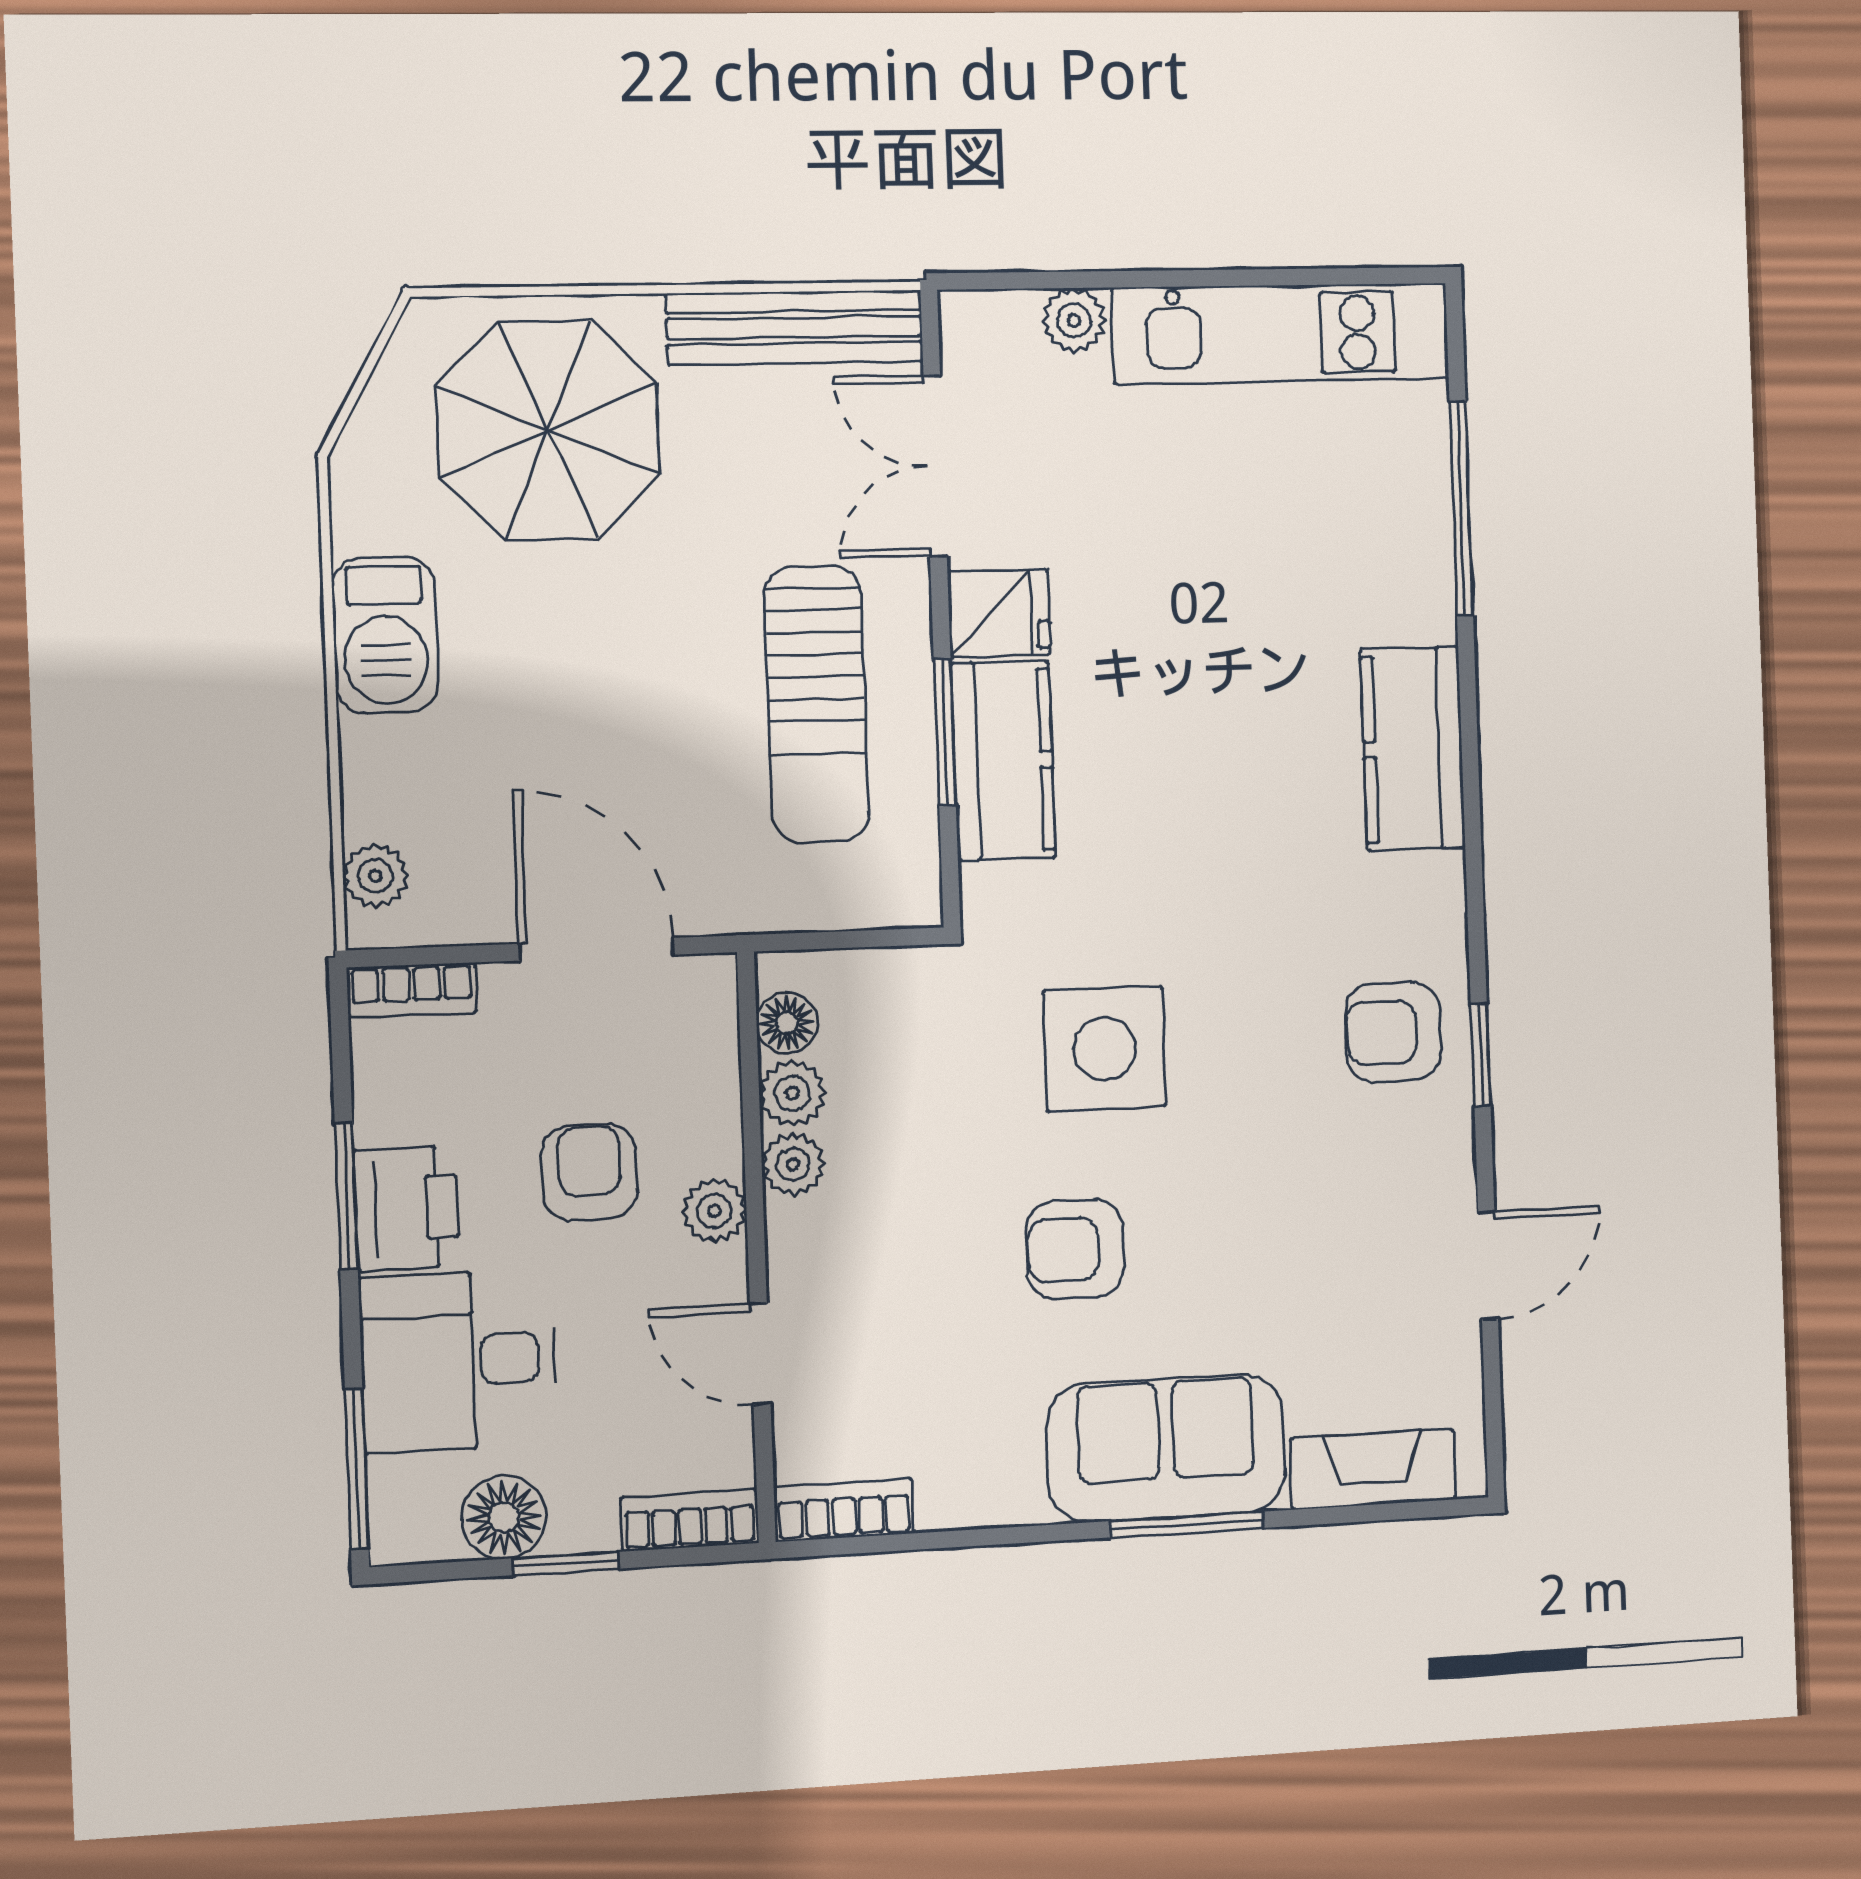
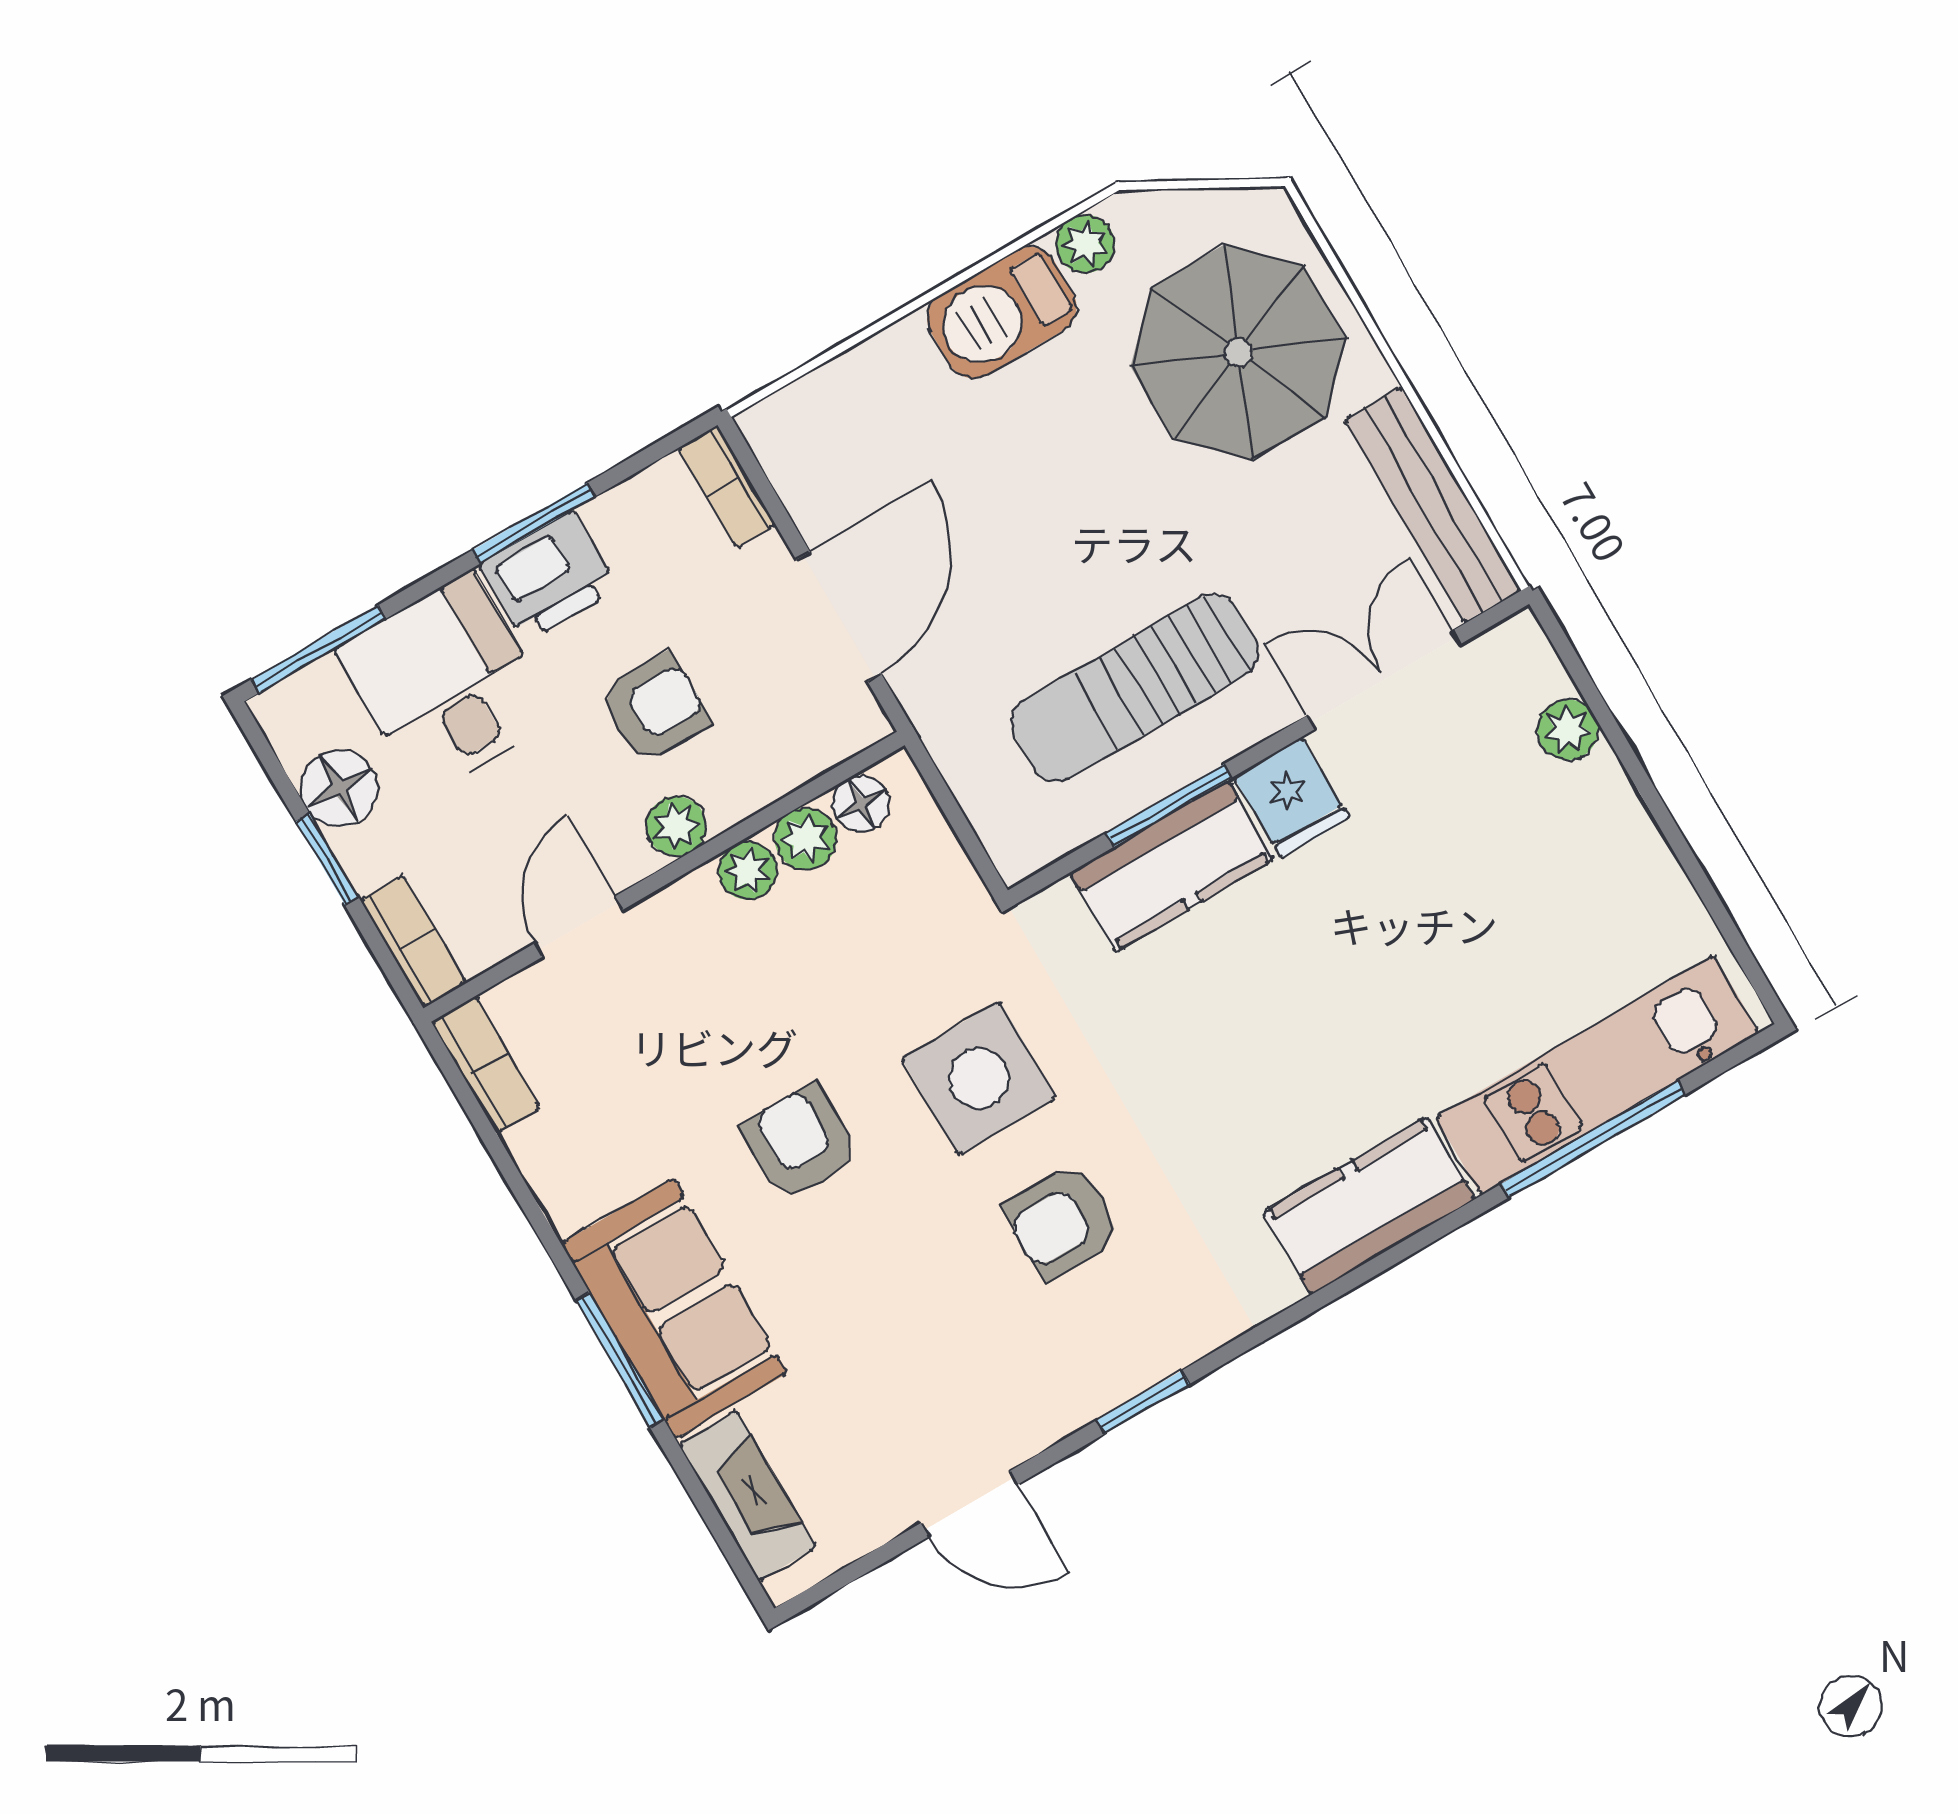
kitchen unit: (1281, 333) -> (1598, 1075), moved, turned 90
plant: (375, 876) -> (1085, 244), moved
armchair: (1393, 1032) -> (1062, 1221), moved, turned -90

